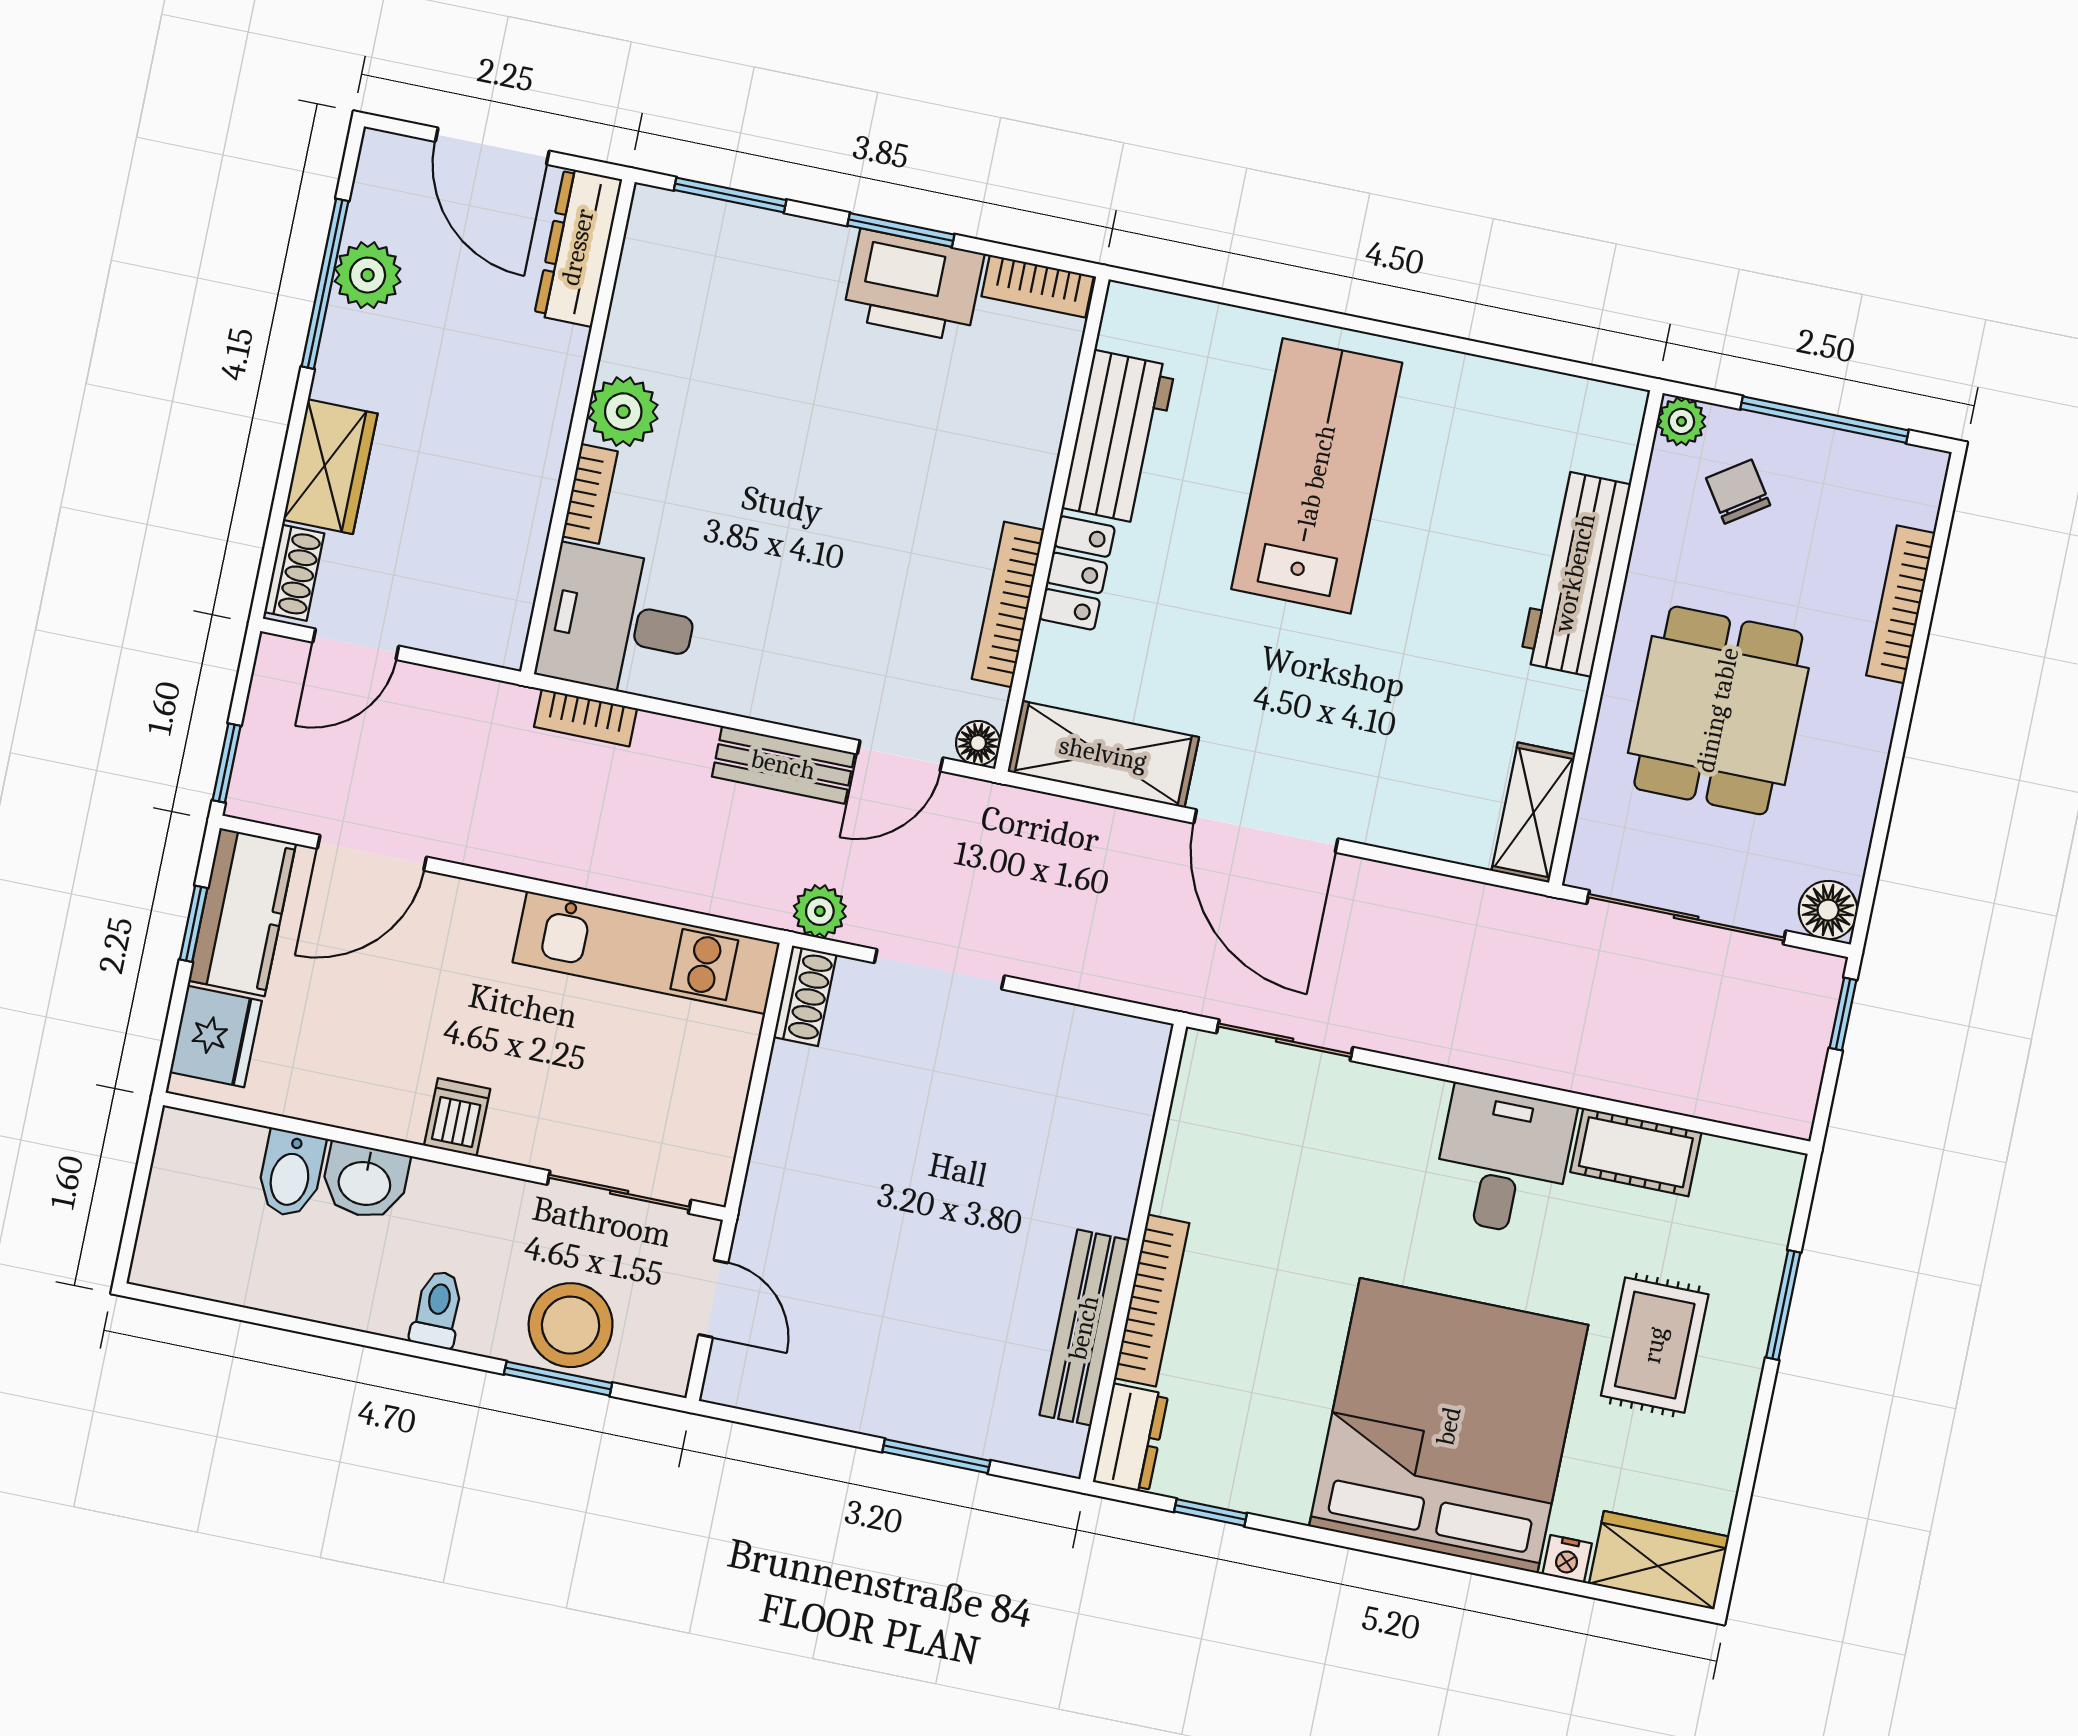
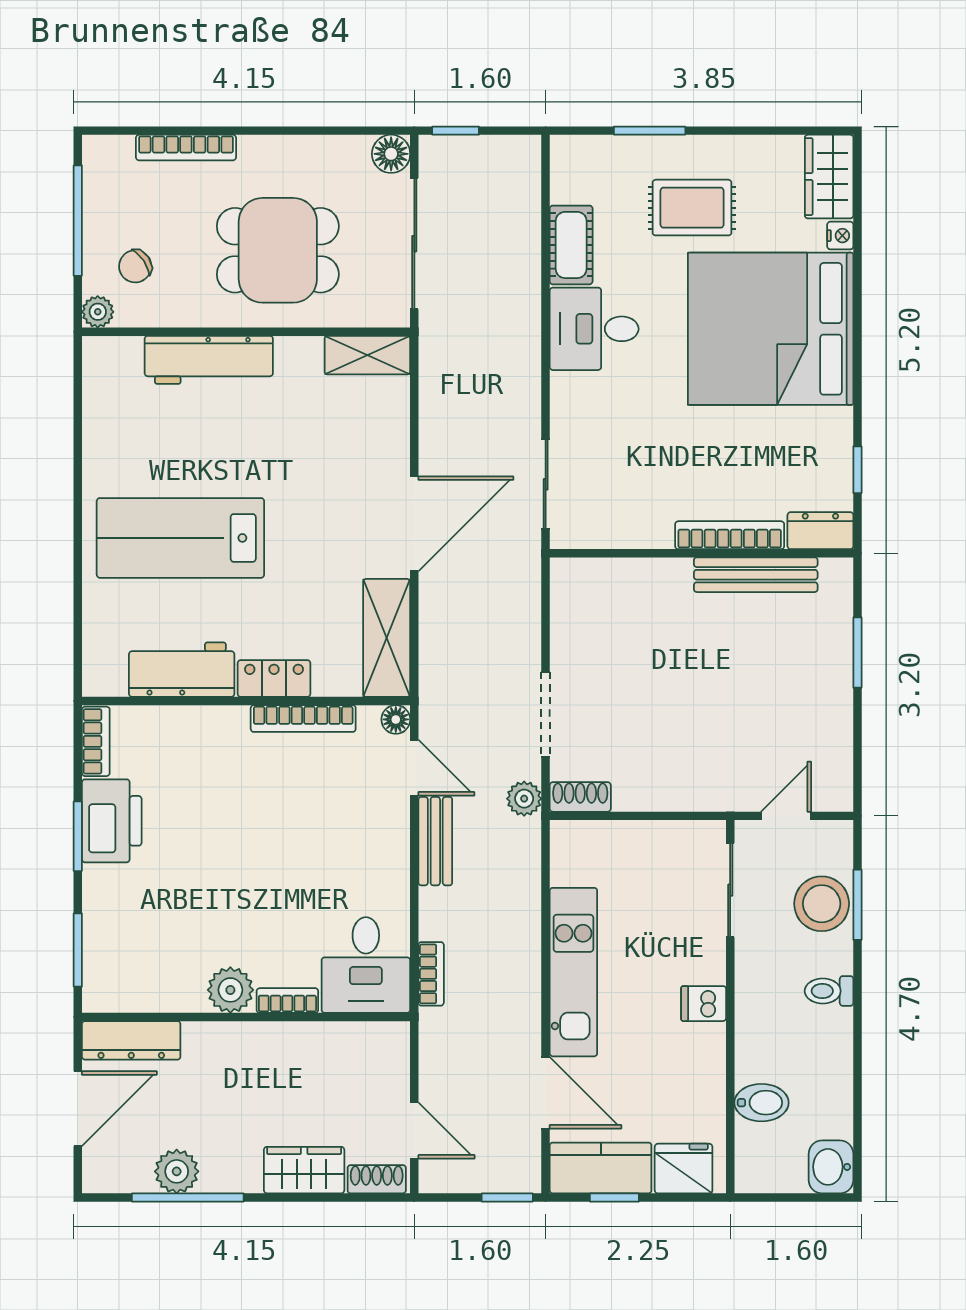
kitchen unit: (646, 953) -> (573, 972), moved
washbasin: (365, 1181) -> (831, 1167), moved, turned 180

